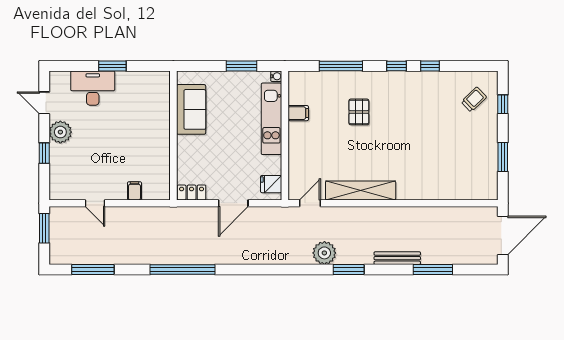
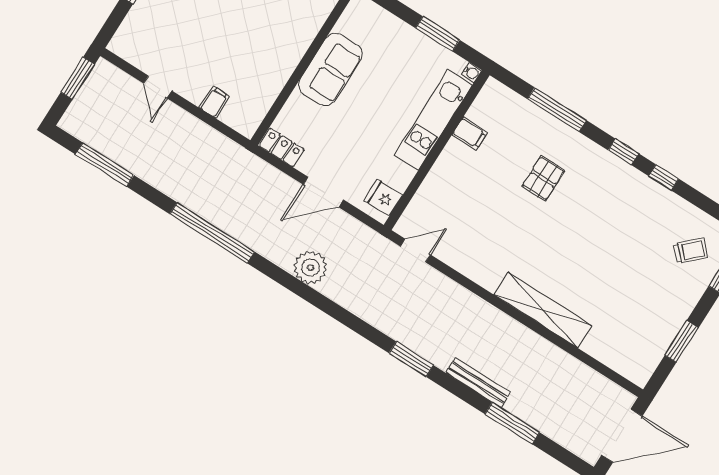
sofa: (191, 109) -> (330, 69), moved
shelving: (361, 190) -> (543, 310), moved
plant: (324, 253) -> (310, 268), moved

